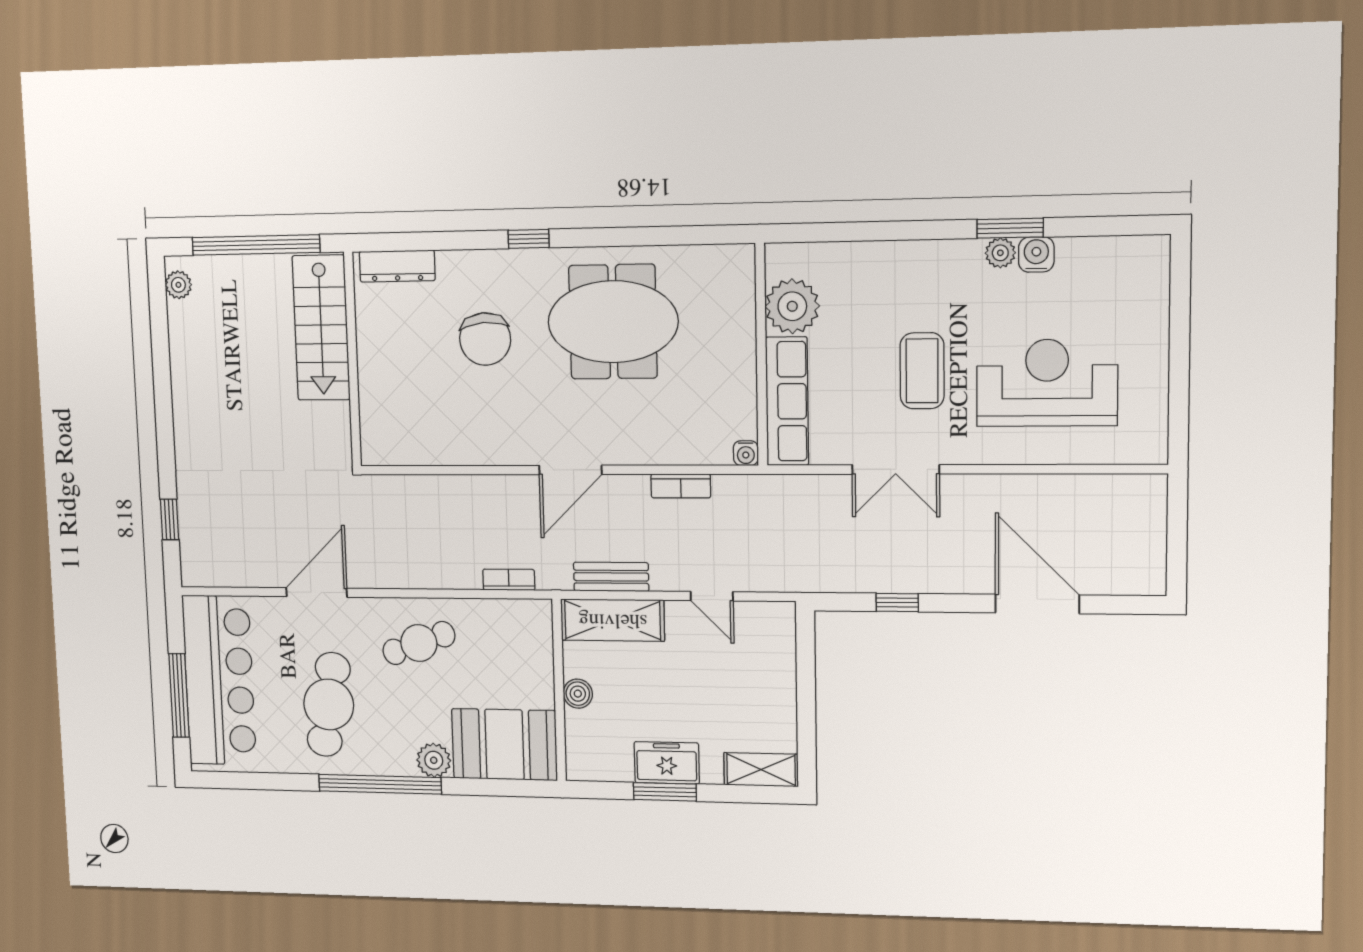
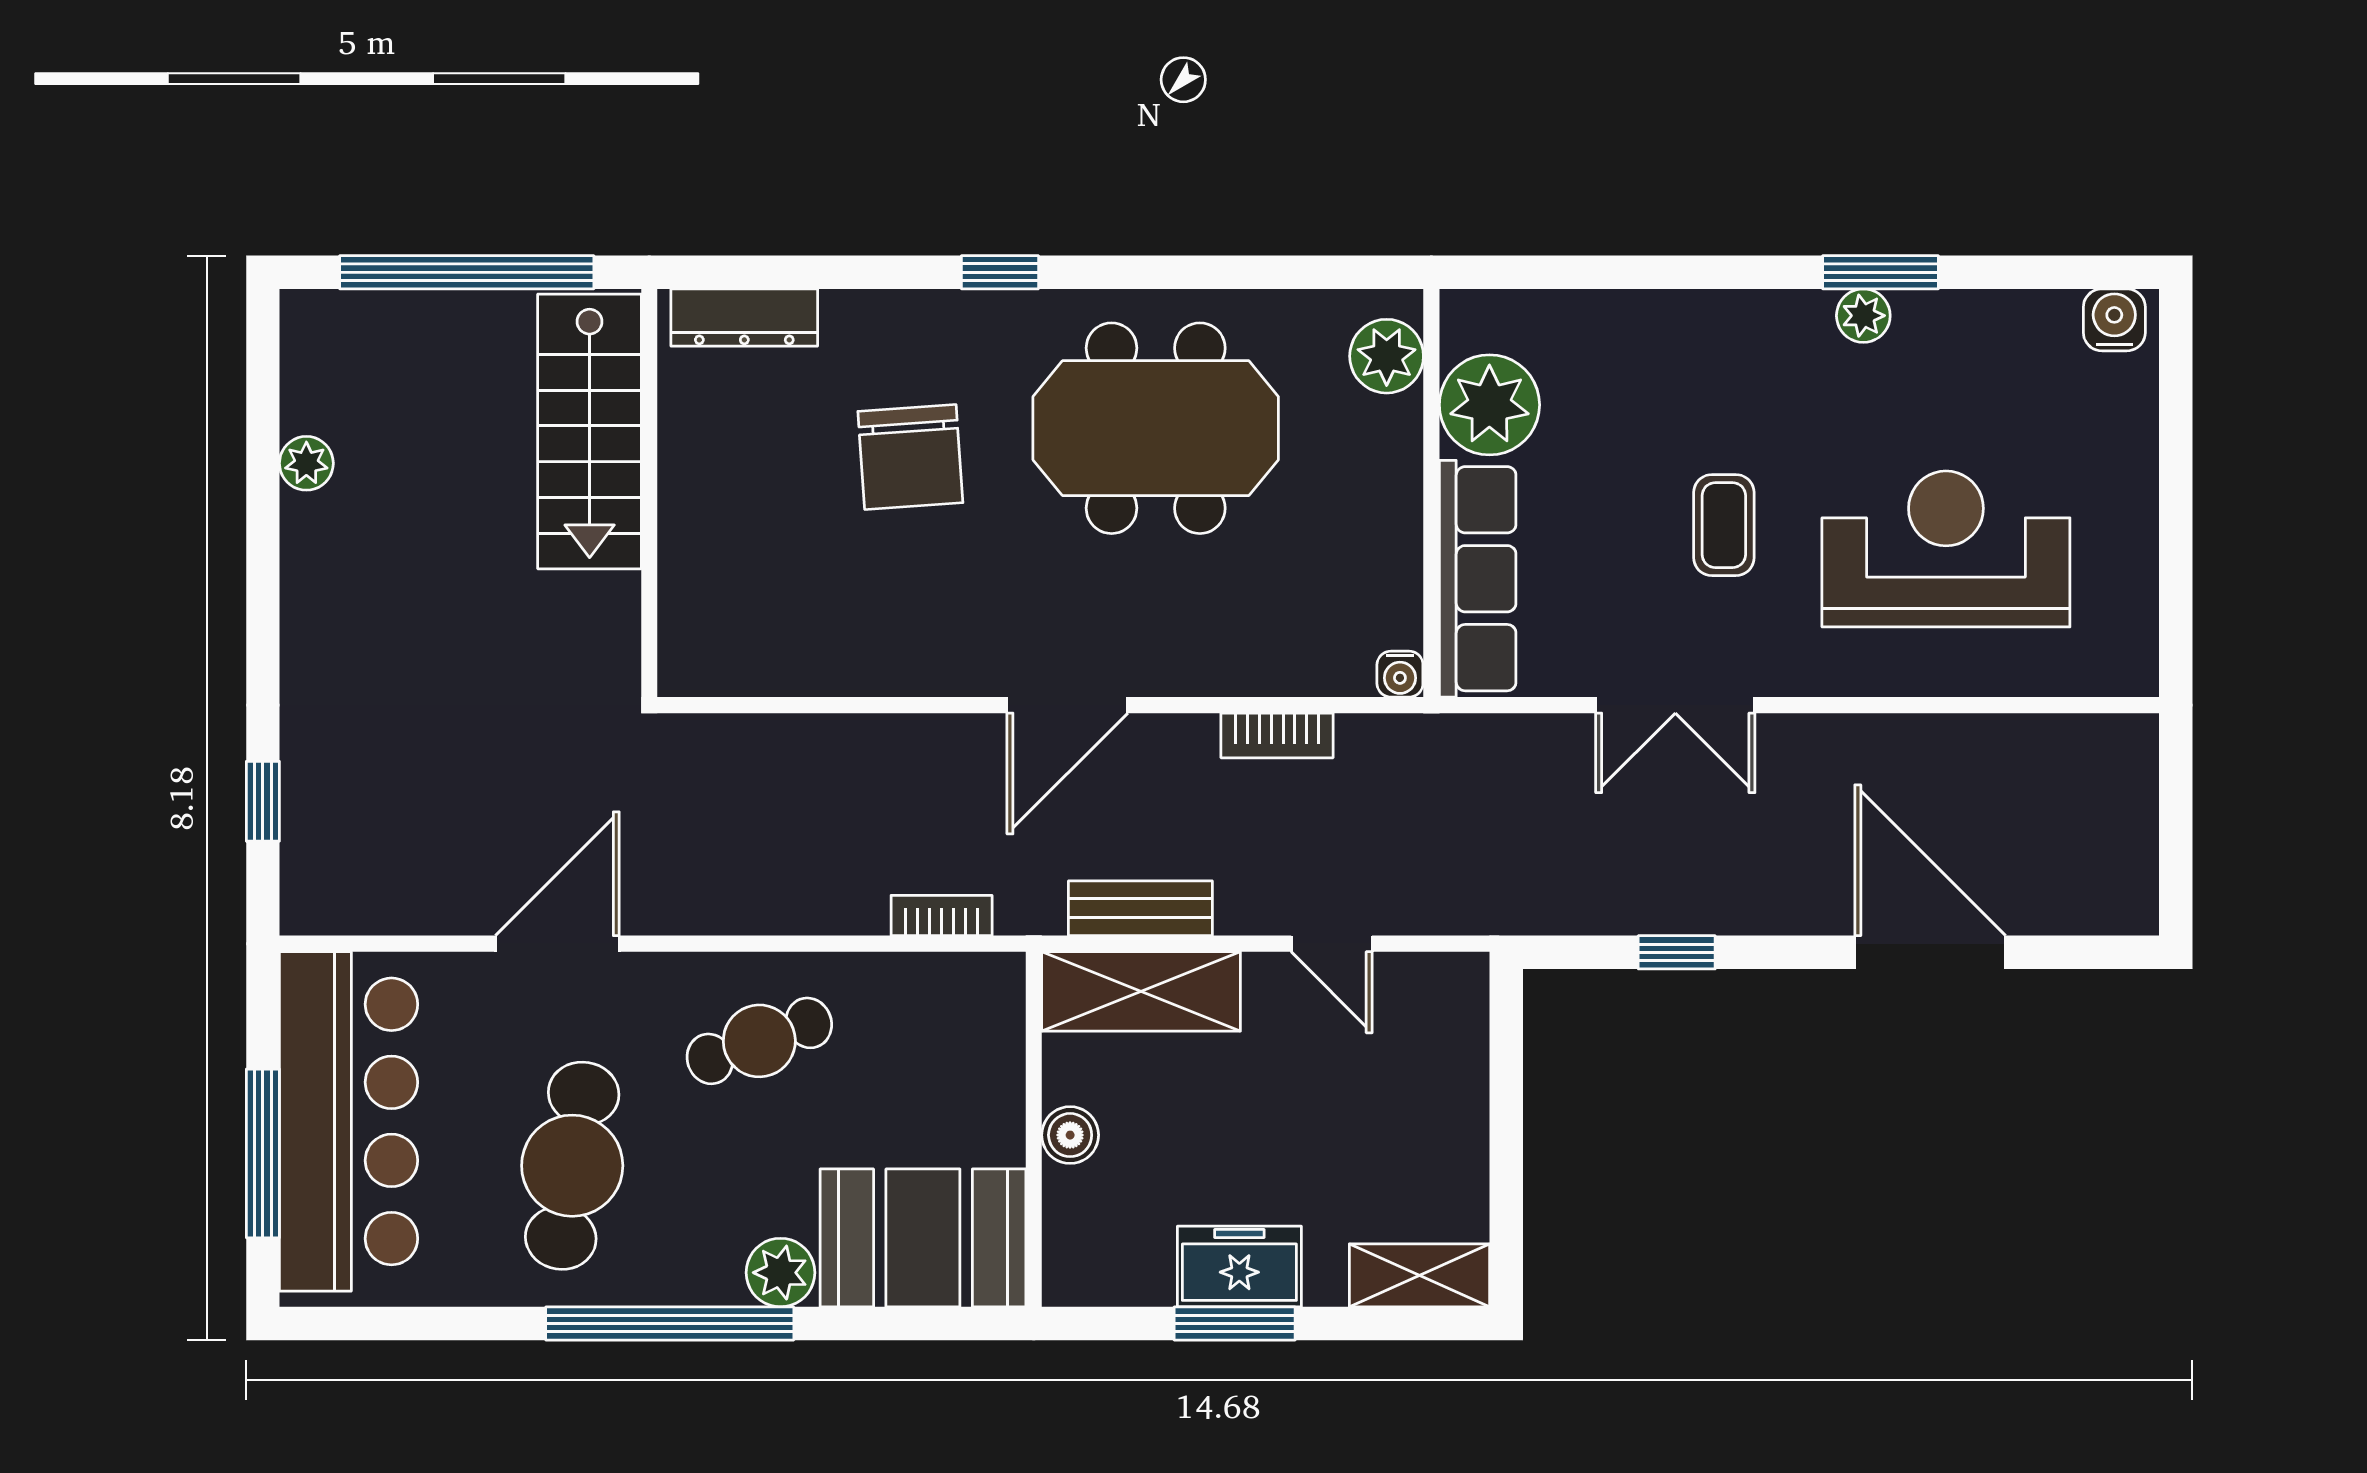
water cooler: (1036, 255) -> (2114, 320), moved
plant: (736, 280) -> (1387, 356), added
plant: (178, 285) -> (306, 463), moved
coffee table: (922, 371) -> (1724, 525), width x0.73, depth x0.77

